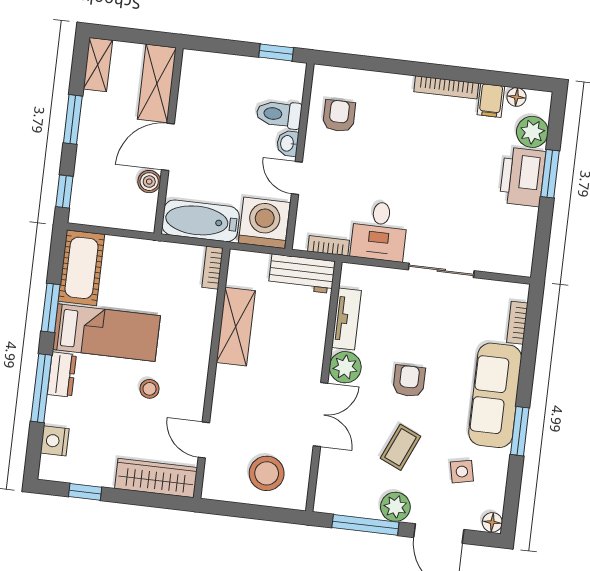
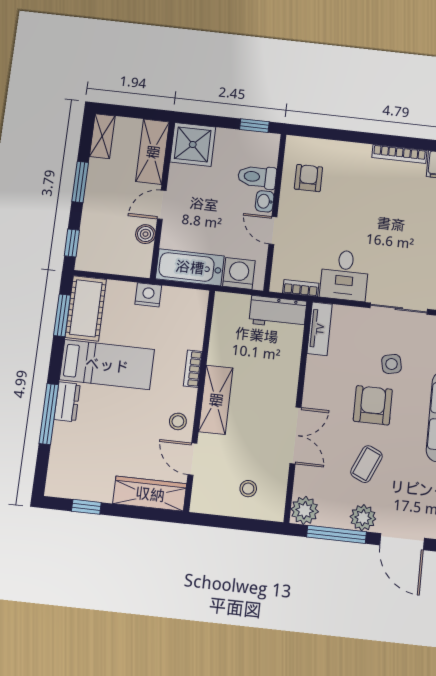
shower: (204, 75) -> (193, 144), added
door: (168, 147) -> (162, 205), width x0.73
washing machine: (264, 223) -> (239, 273), width x0.73, depth x0.73
bookcase: (212, 268) -> (193, 369), moved
window: (51, 308) -> (62, 315), moved
tv unit: (347, 319) -> (320, 329), moved
shelving: (236, 327) -> (216, 400), moved
plant: (345, 367) -> (305, 510), moved
armchair: (409, 381) -> (373, 405), width x1.38, depth x1.38
stool: (150, 389) -> (178, 421), moved
nightstand: (55, 441) -> (148, 295), moved, turned 90
side table: (462, 472) -> (392, 364), moved
stool: (267, 473) -> (248, 489), width x0.53, depth x0.53

